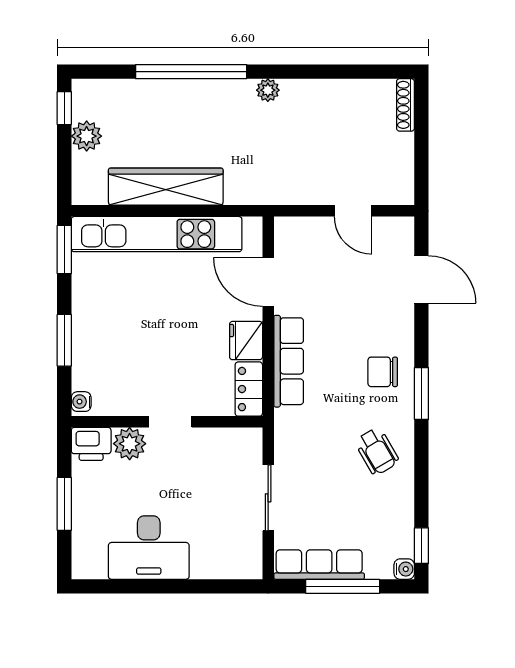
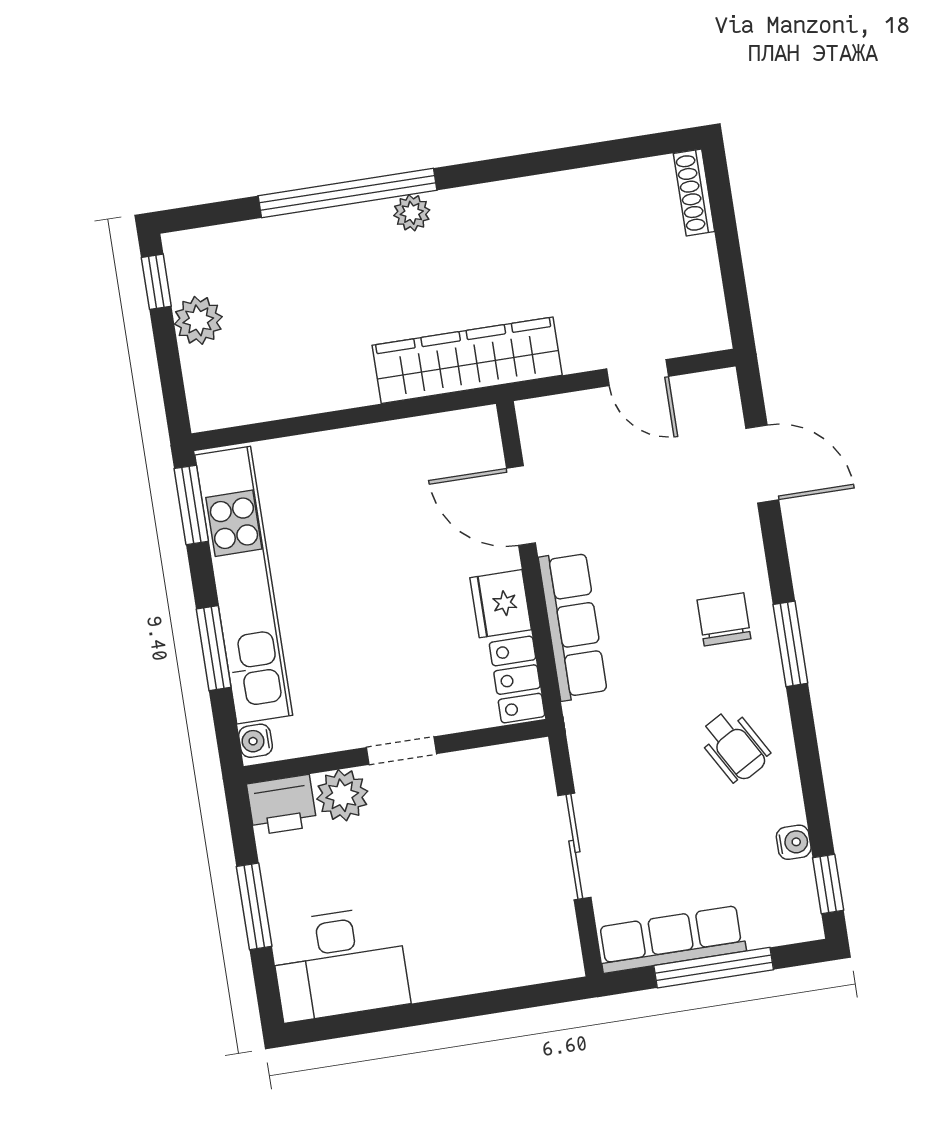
plant: (268, 90) -> (412, 213), moved
wardrobe: (166, 187) -> (467, 360), moved
kitchen unit: (157, 234) -> (244, 585), moved, turned -90
chair: (383, 372) -> (724, 619), turned 90
desk: (149, 548) -> (340, 964), moved
water cooler: (404, 569) -> (794, 842), moved

